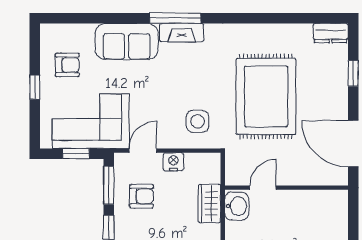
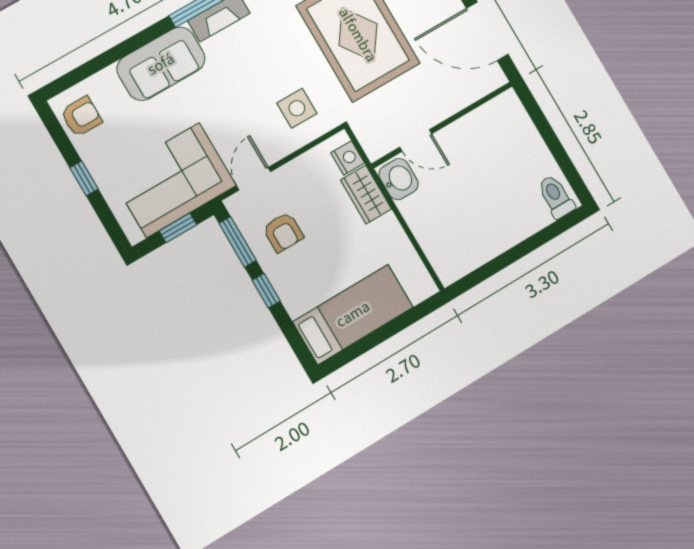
armchair: (67, 65) -> (81, 117), moved
nightstand: (173, 162) -> (348, 158), moved, turned 90
door: (263, 188) -> (416, 140), swing flipped
armchair: (142, 196) -> (283, 232), turned 90

